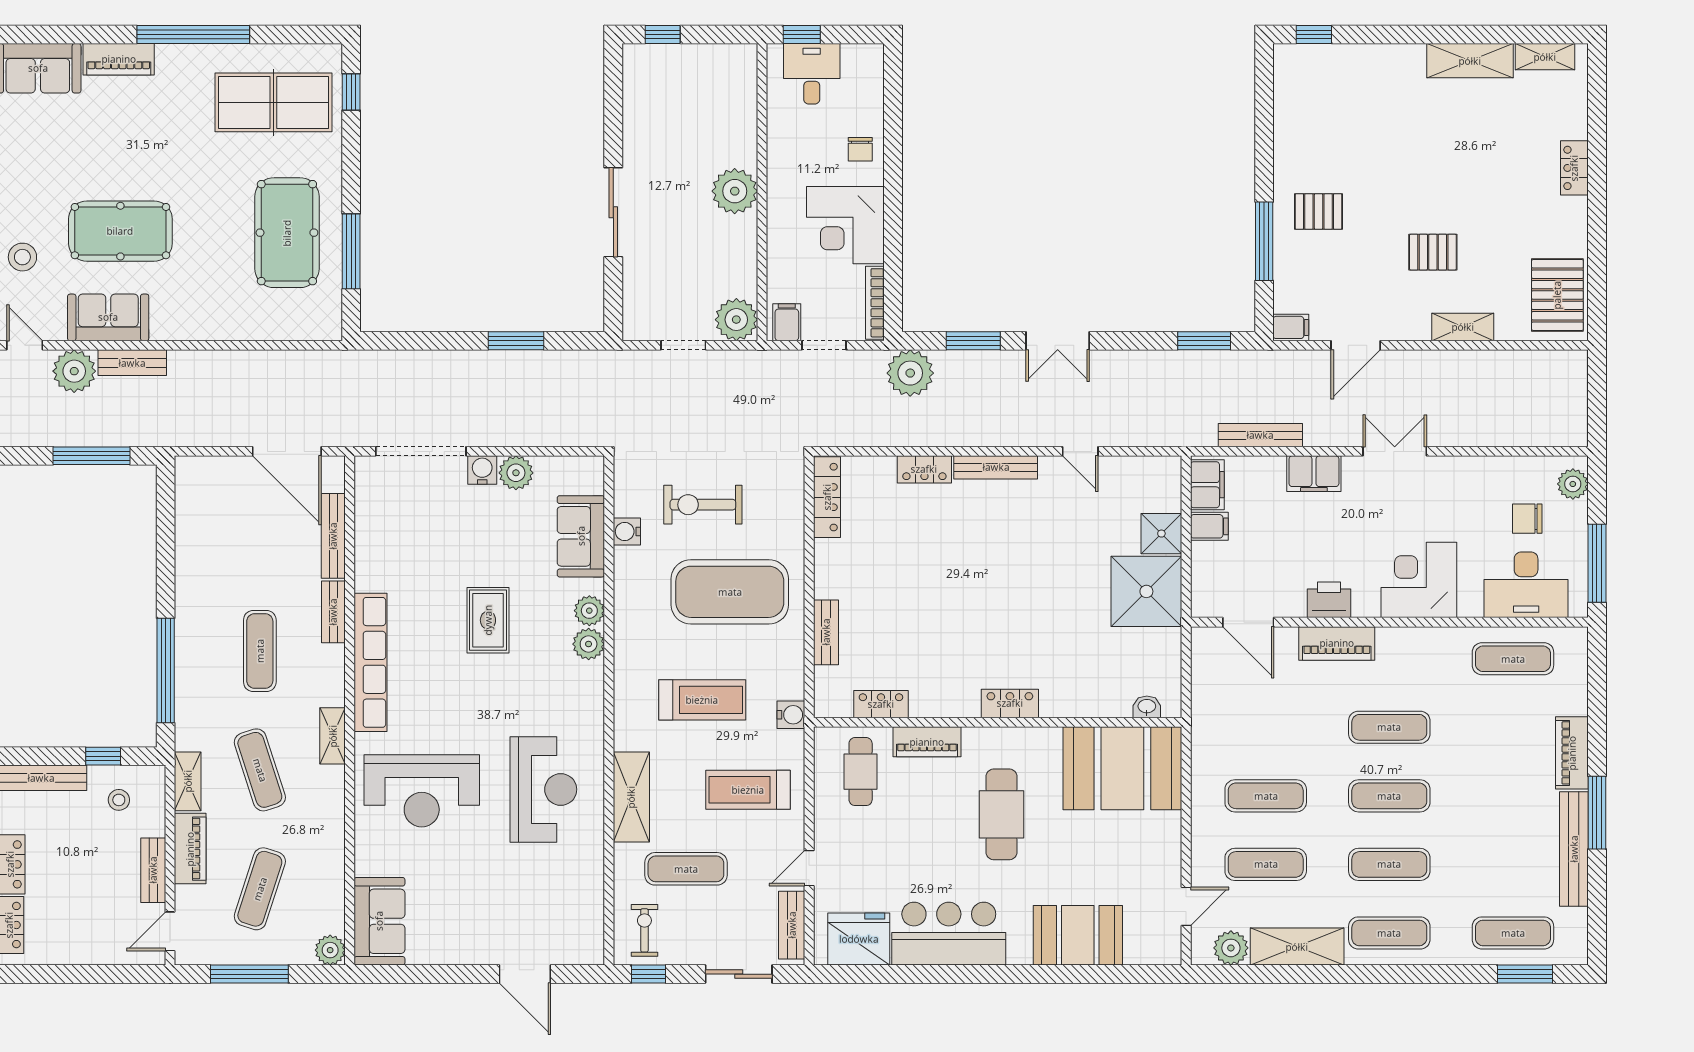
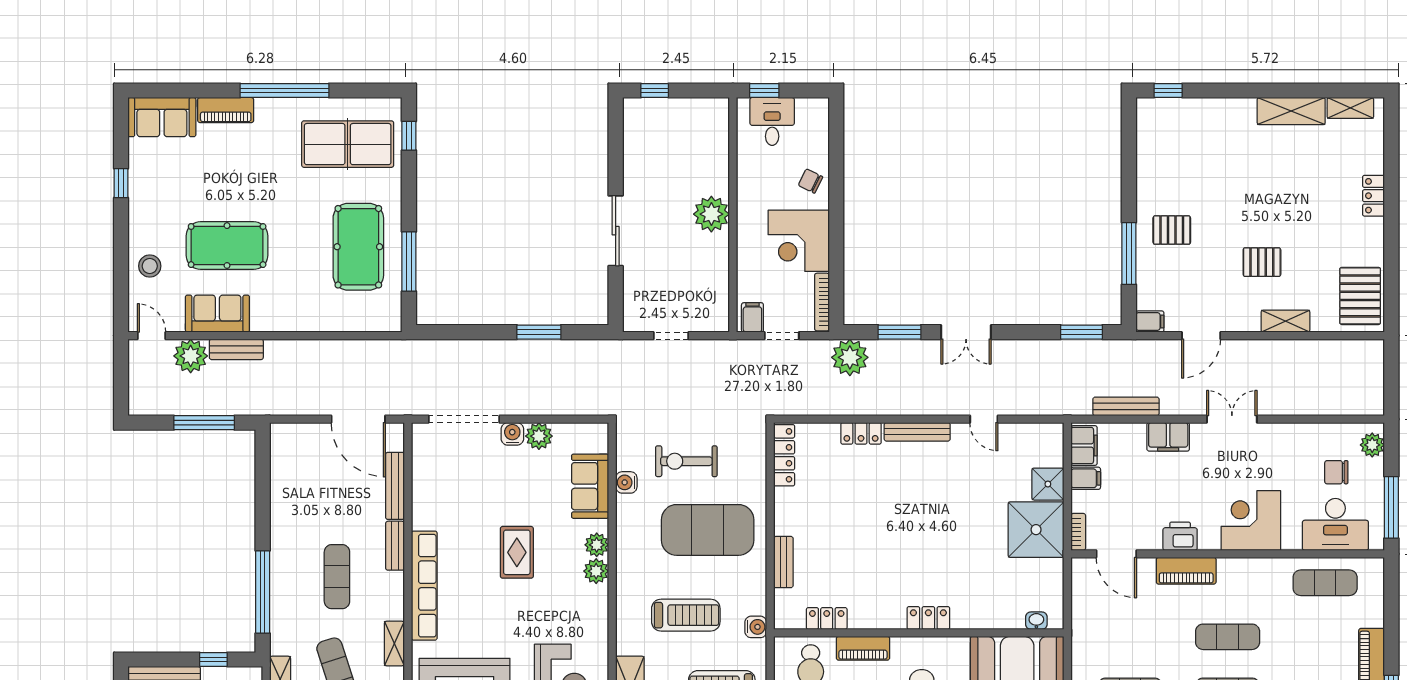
chair: (860, 149) -> (810, 181), turned 116
plant: (736, 320) -> (713, 315), removed
bookcase: (1200, 594) -> (1078, 532), added

